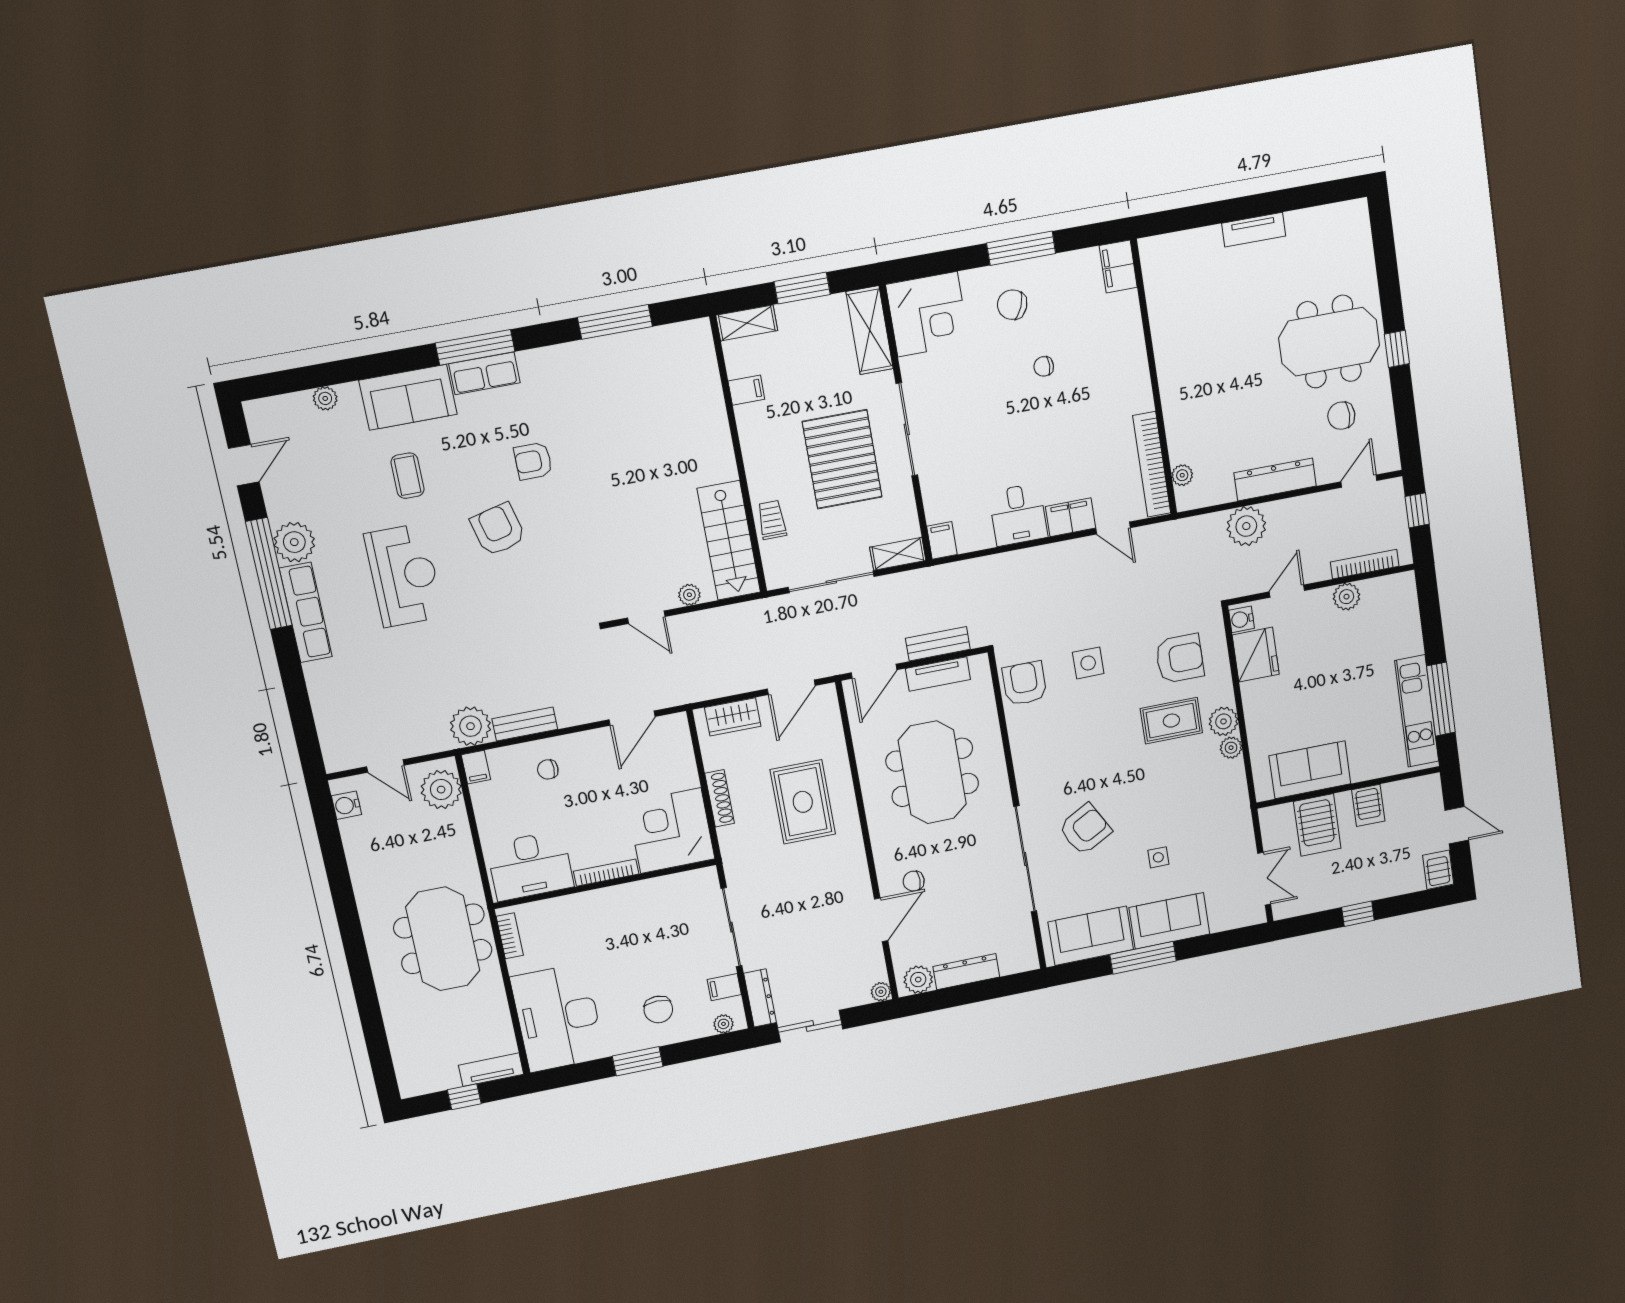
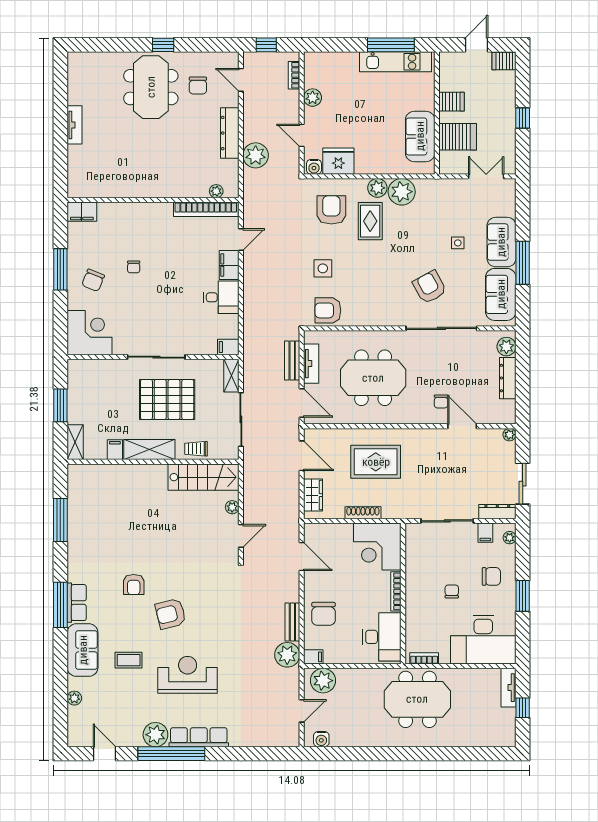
shelving: (870, 330) -> (149, 450), moved
bookcase: (1365, 564) -> (294, 75), width x0.64
plant: (1231, 748) -> (402, 192), width x1.88, depth x1.88
chair: (548, 769) -> (323, 614), width x1.87, depth x1.87
chair: (623, 956) -> (452, 591), added
plant: (918, 980) -> (506, 347), moved

